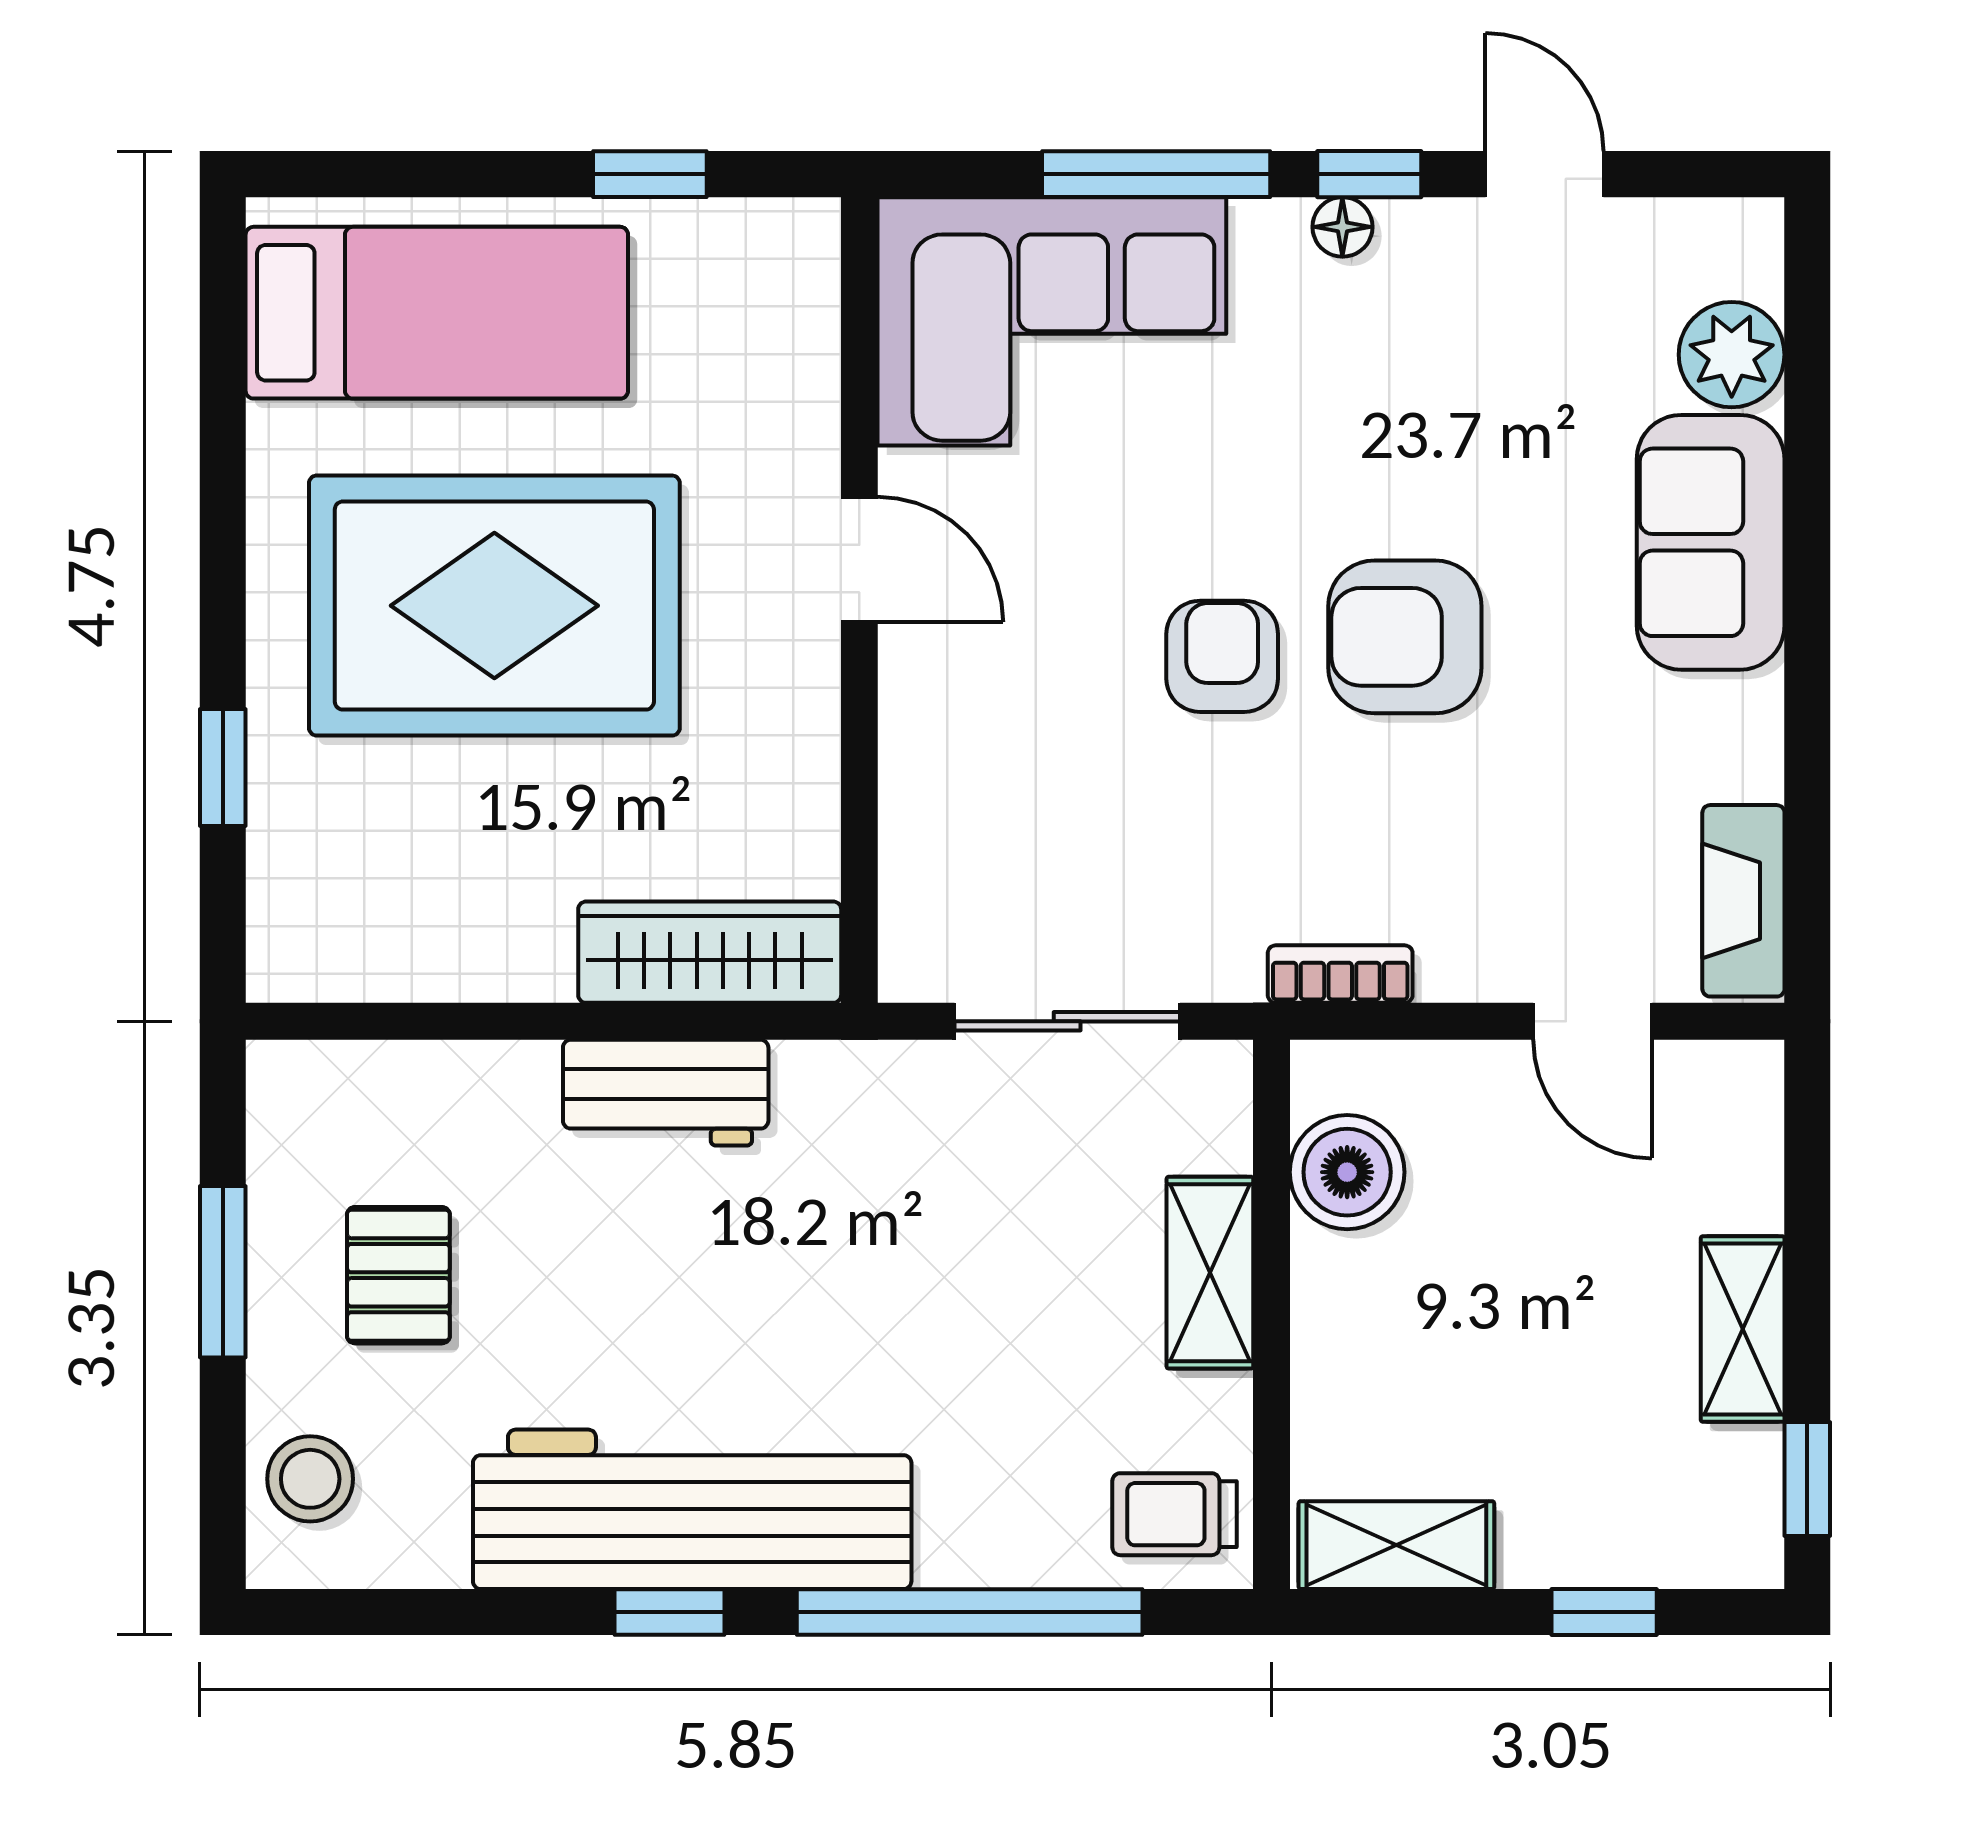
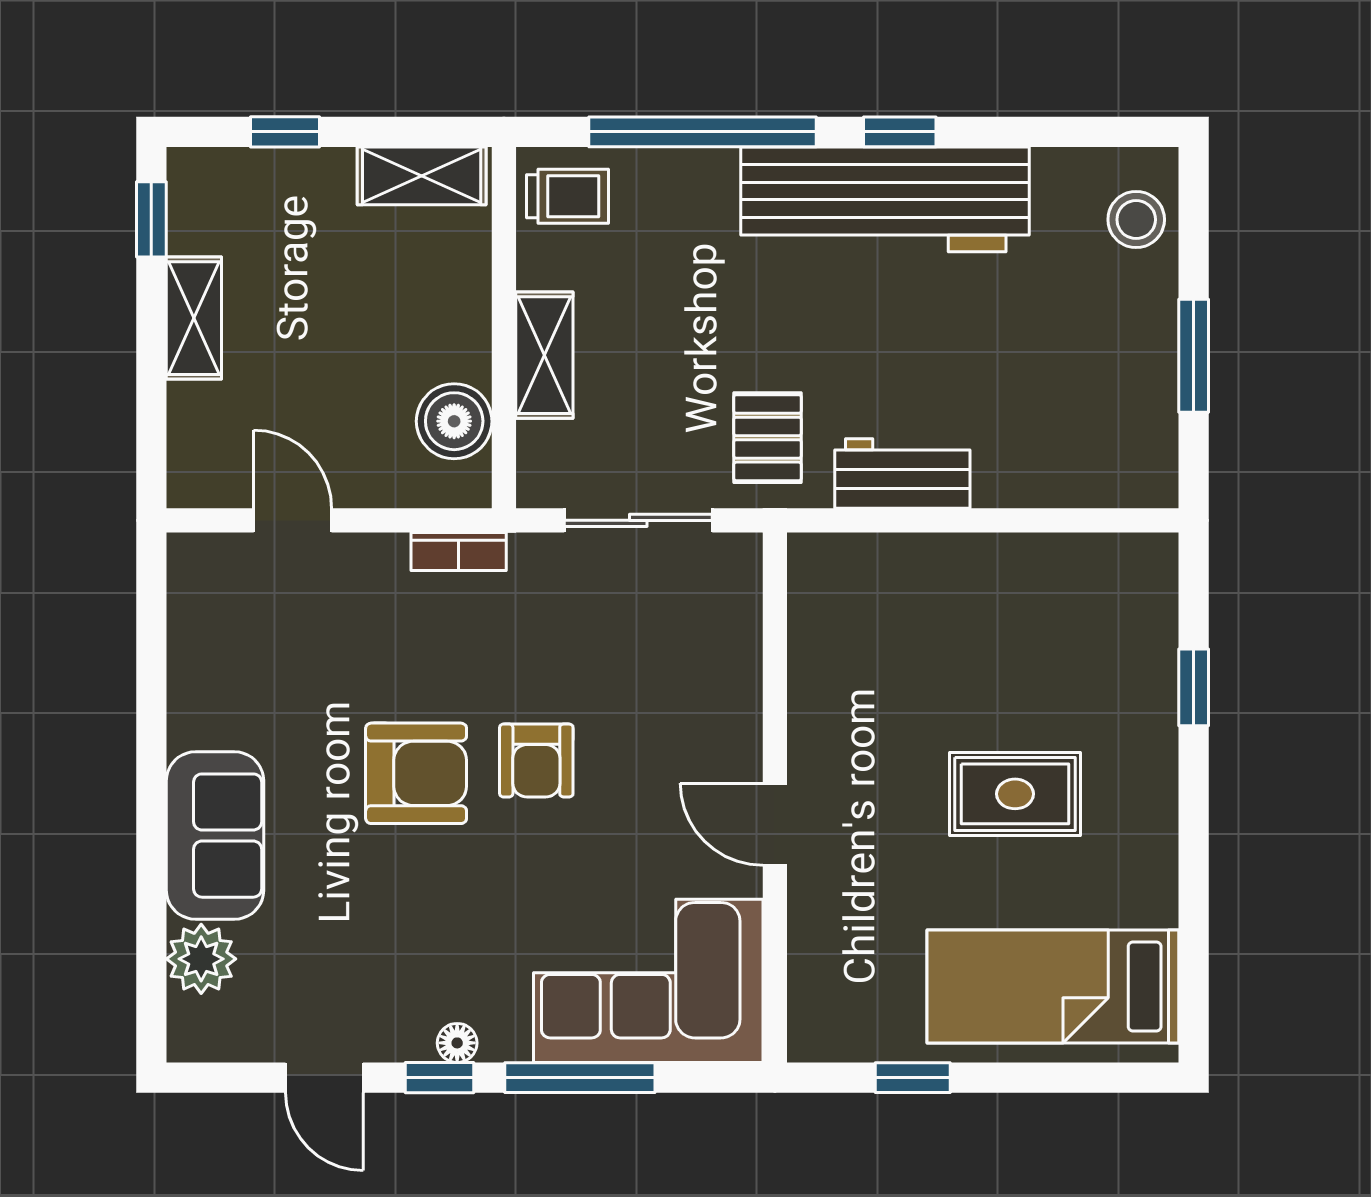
rug: (494, 606) -> (1015, 794), width x0.54, depth x0.49
fireplace: (1743, 901) -> (193, 600), removed
wardrobe: (710, 952) -> (873, 566), removed
pallet: (398, 1275) -> (768, 438), moved

